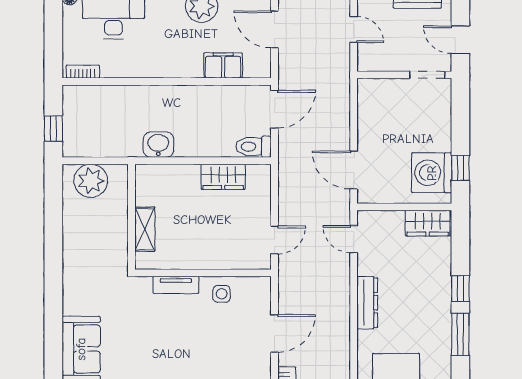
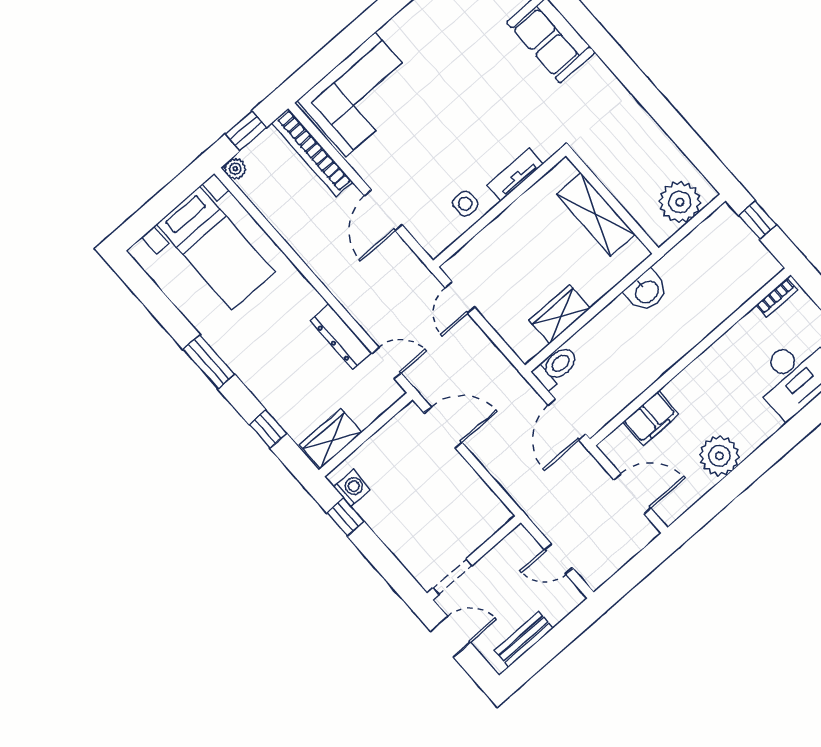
washing machine: (432, 173) -> (352, 488), width x0.53, depth x0.53
shelving: (145, 229) -> (596, 214), width x1.50, depth x1.33
window: (460, 289) -> (268, 429), moved
dresser: (367, 303) -> (341, 337), moved

